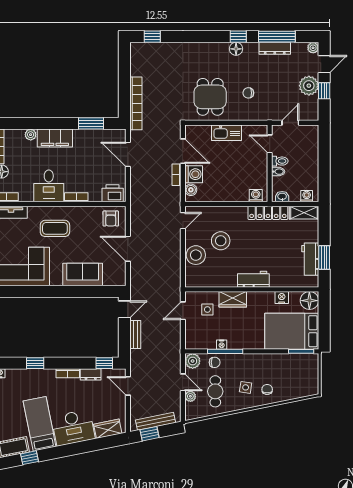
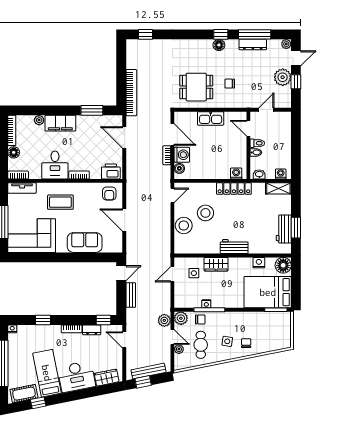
dining table: (210, 97) -> (196, 87), turned 90
locker: (268, 213) -> (234, 189), moved
plant: (174, 363) -> (164, 320), added

